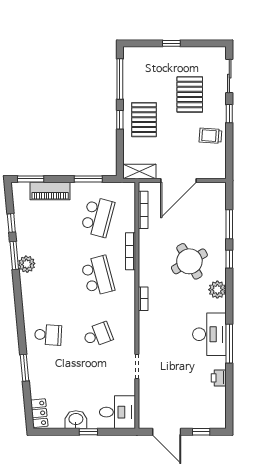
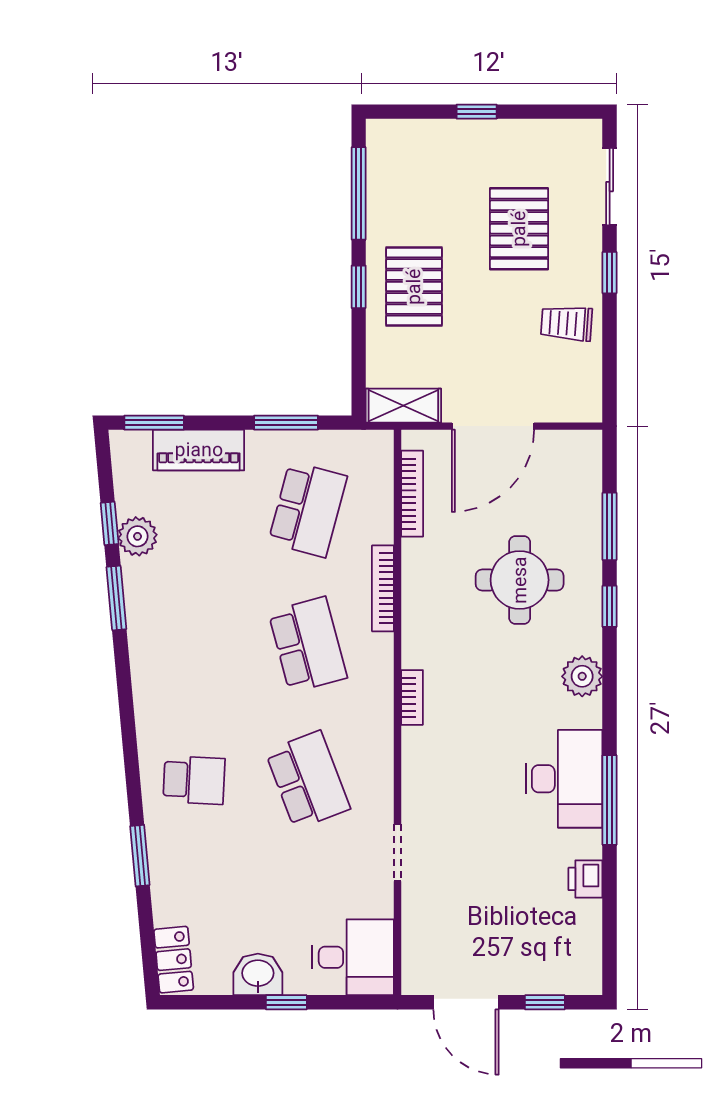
round table: (189, 261) -> (520, 580), moved, turned 30
plant: (27, 264) -> (138, 536), moved
school desk: (98, 335) -> (308, 780), width x1.85

